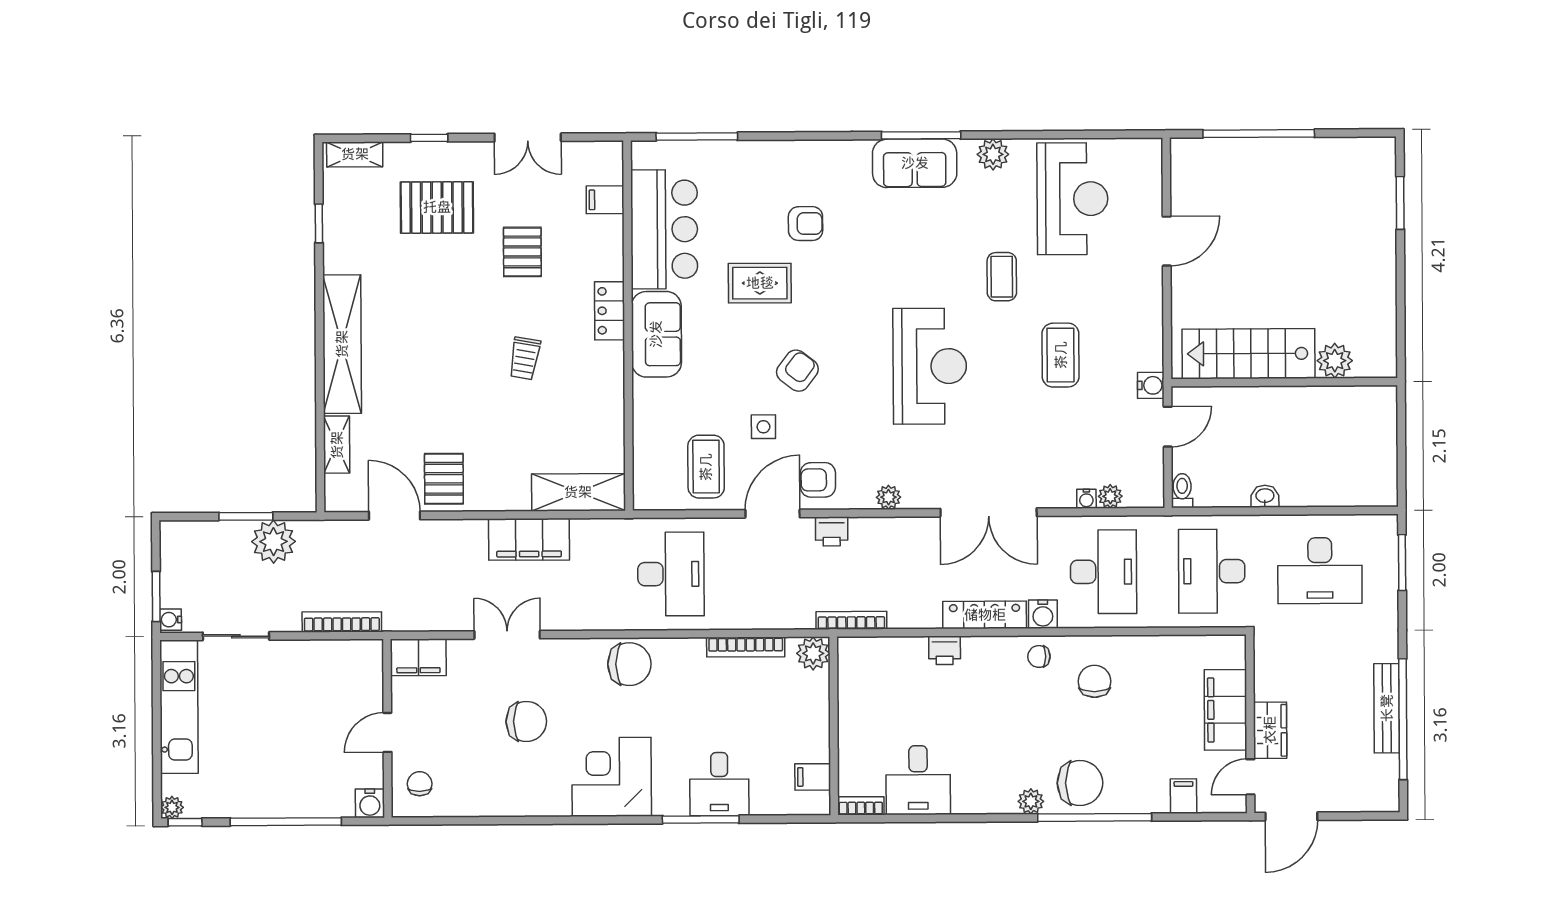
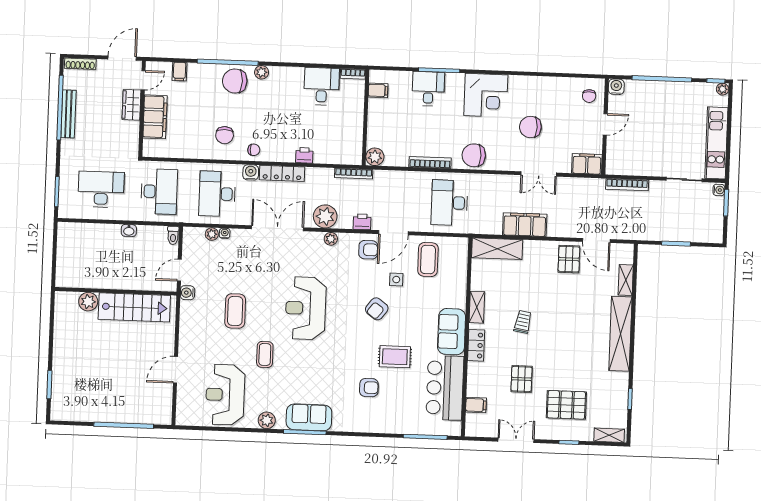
armchair: (806, 224) -> (369, 388), turned 180
shelving: (611, 382) -> (477, 307), added
plant: (273, 542) -> (325, 216), moved
bookcase: (746, 647) -> (430, 162), moved
shoe rack: (1369, 802) -> (80, 64), added

